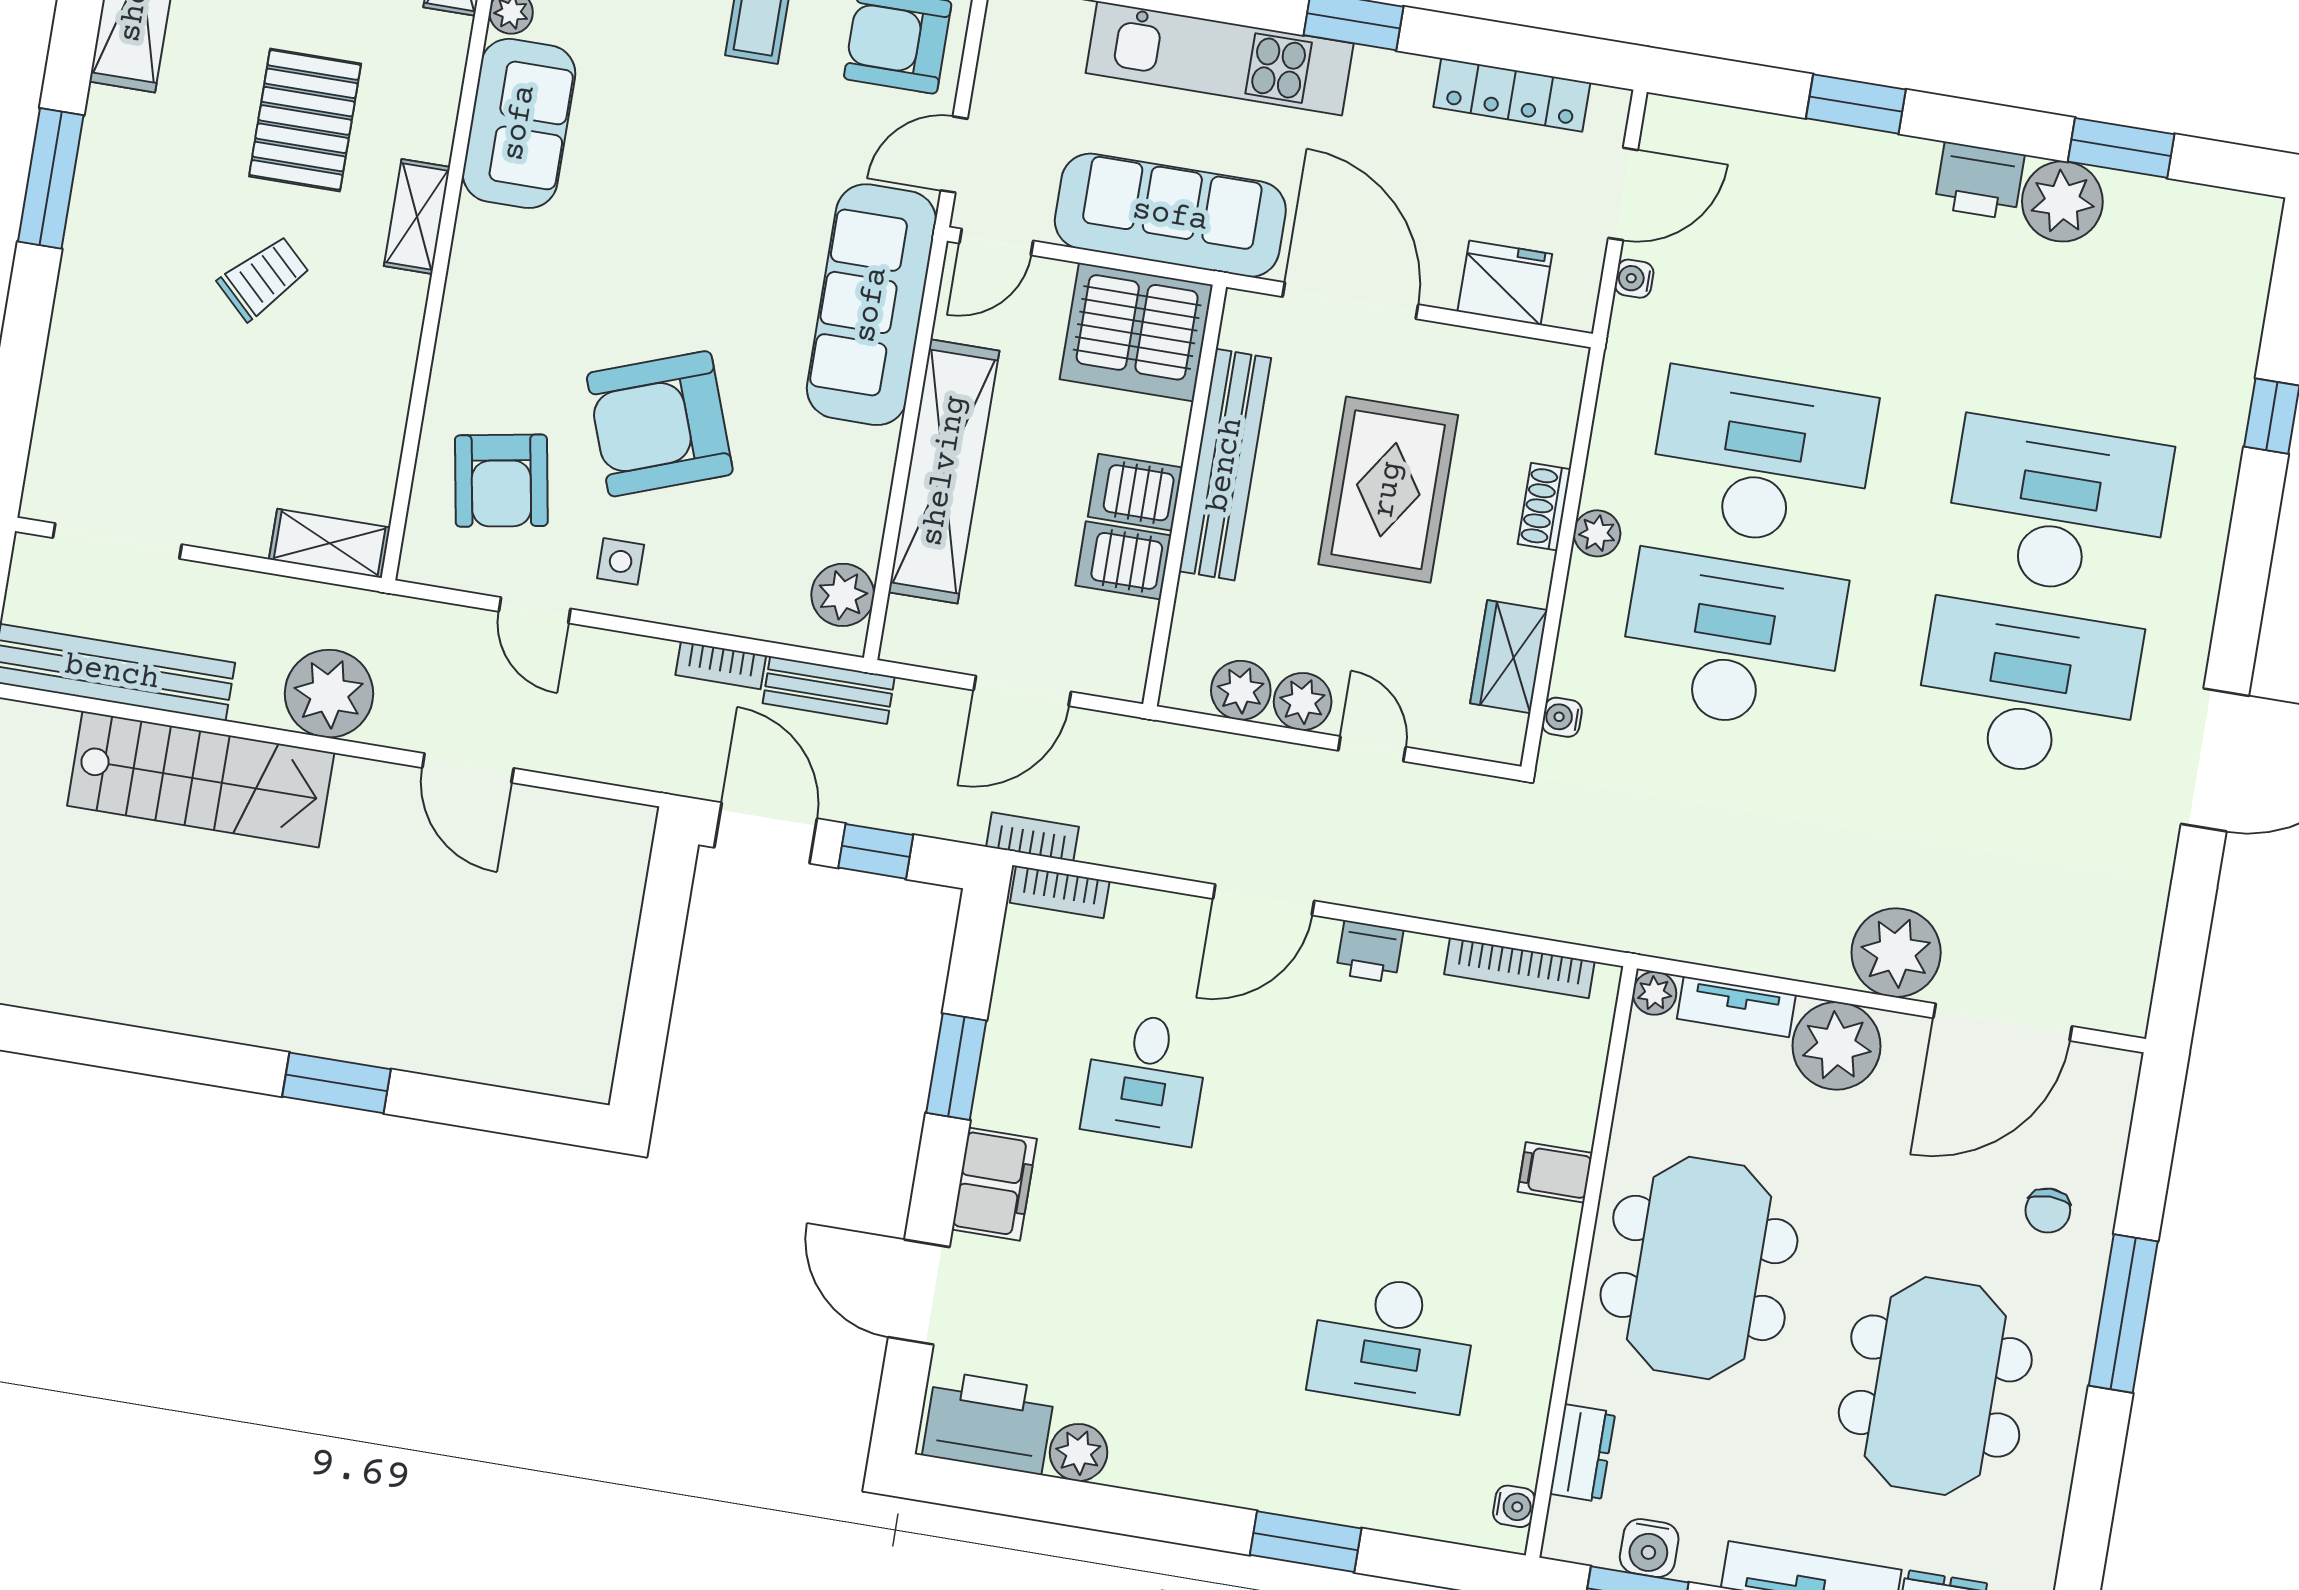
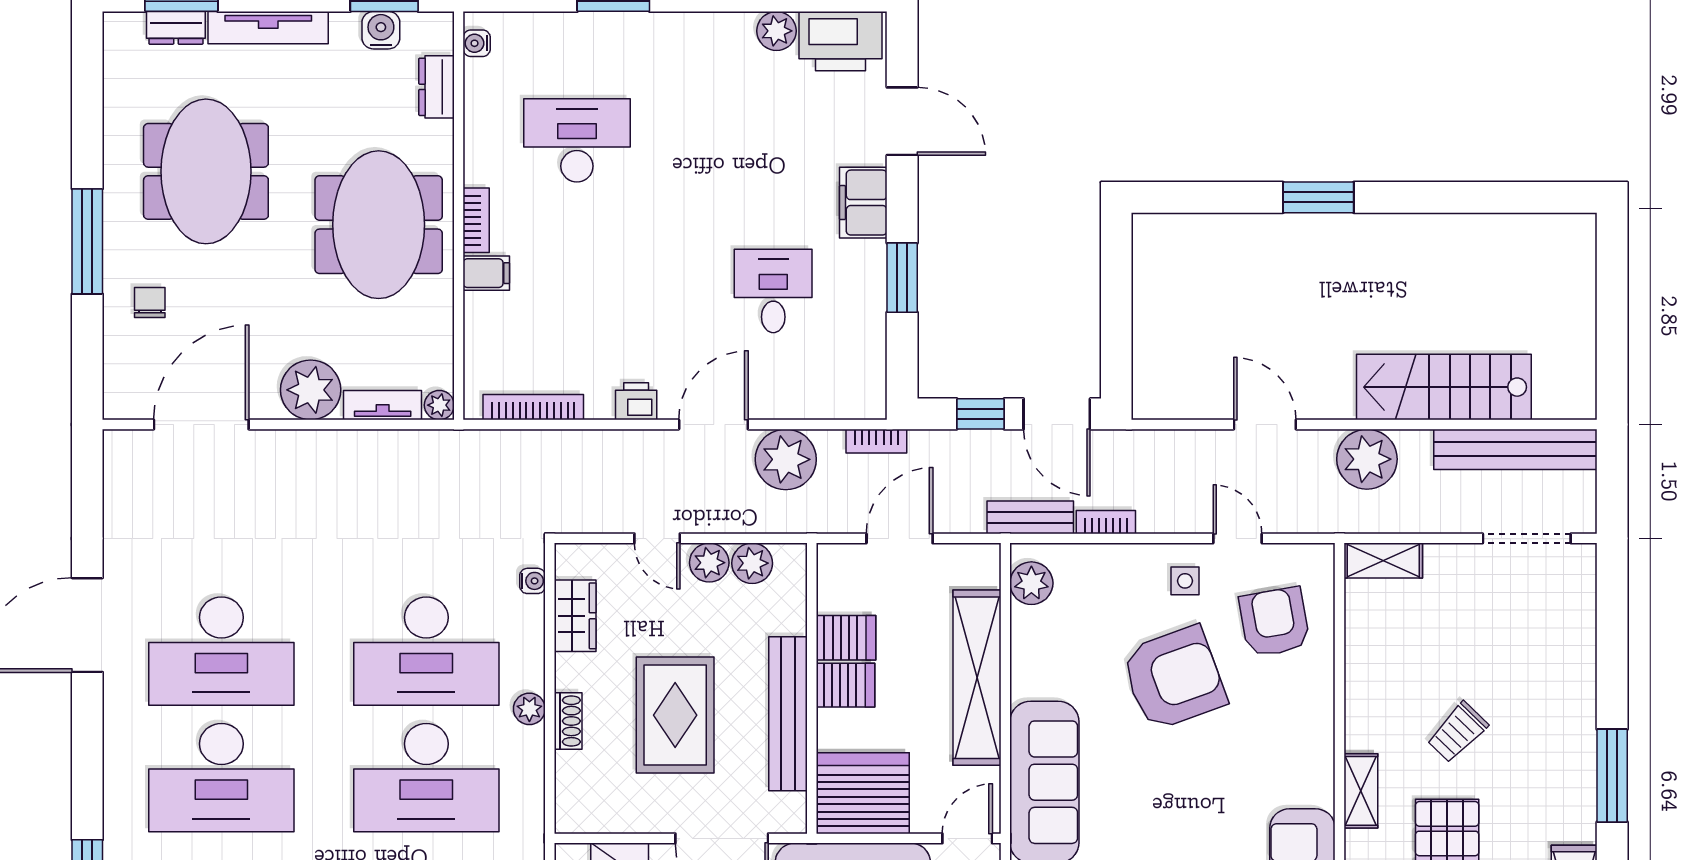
bookcase: (1060, 892) -> (476, 220), moved, turned 90
plant: (1896, 953) -> (786, 459), moved

